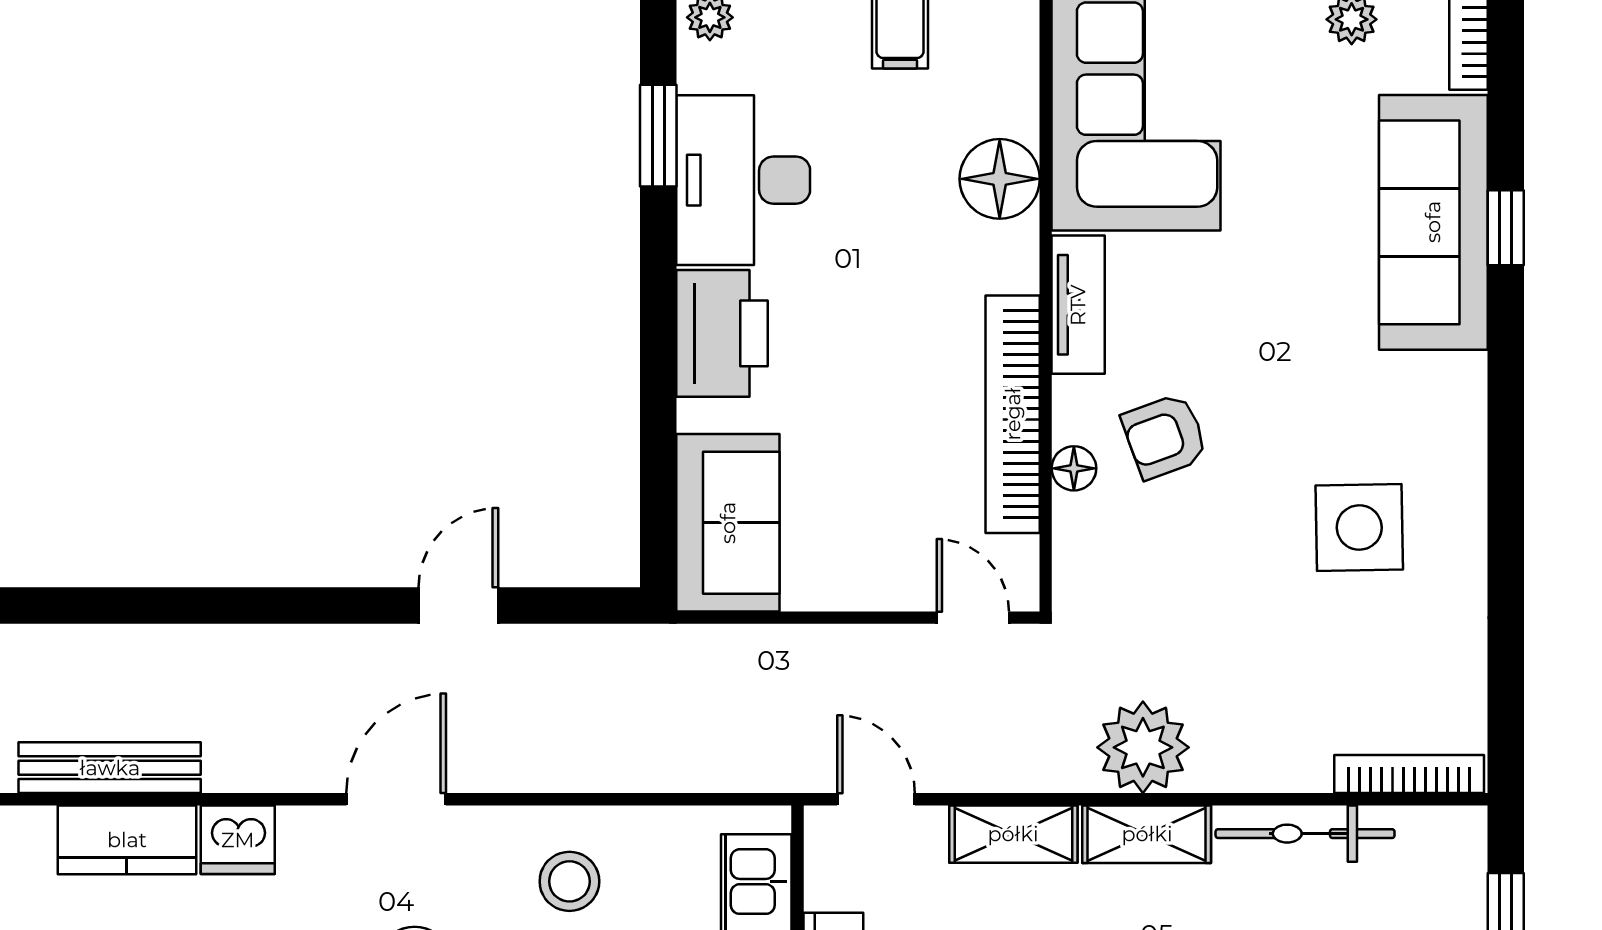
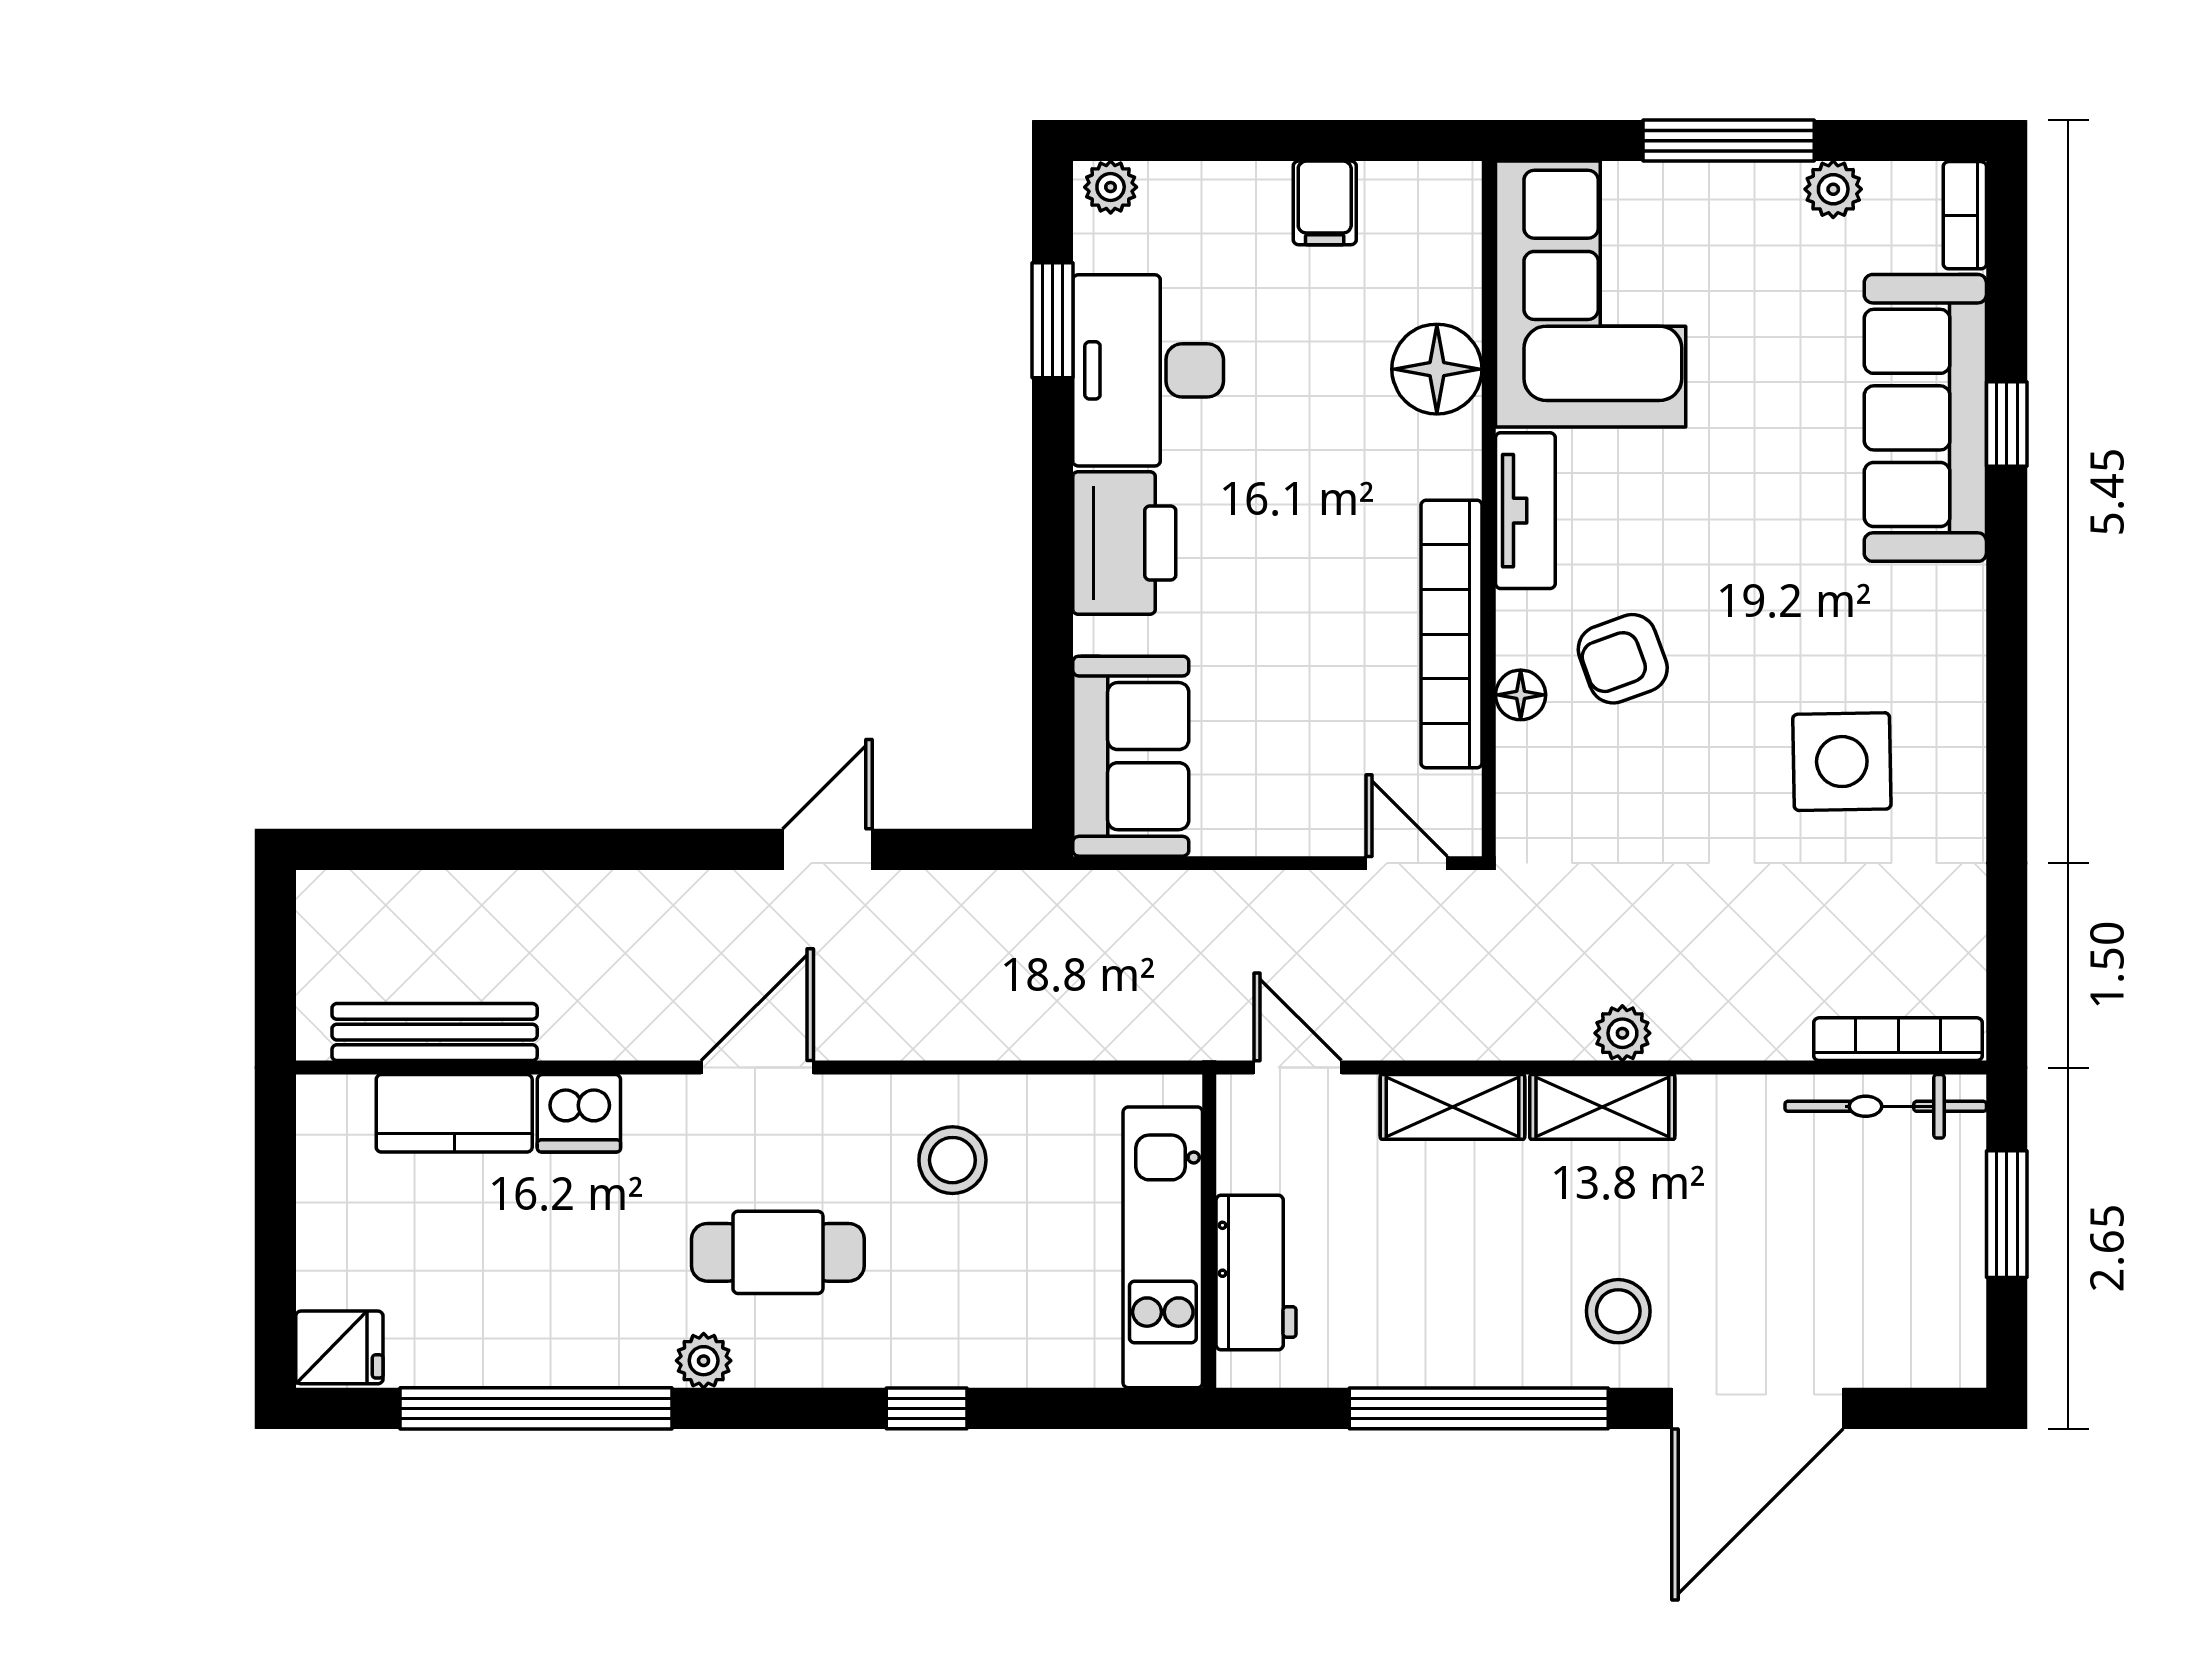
plant: (1143, 747) -> (1622, 1033), width x0.53, depth x0.53
bicycle: (1305, 834) -> (1886, 1106), moved

